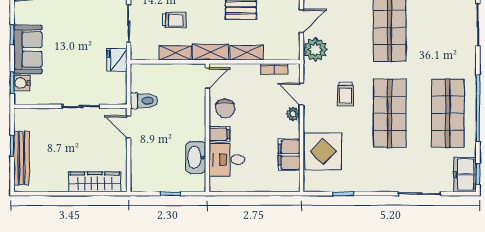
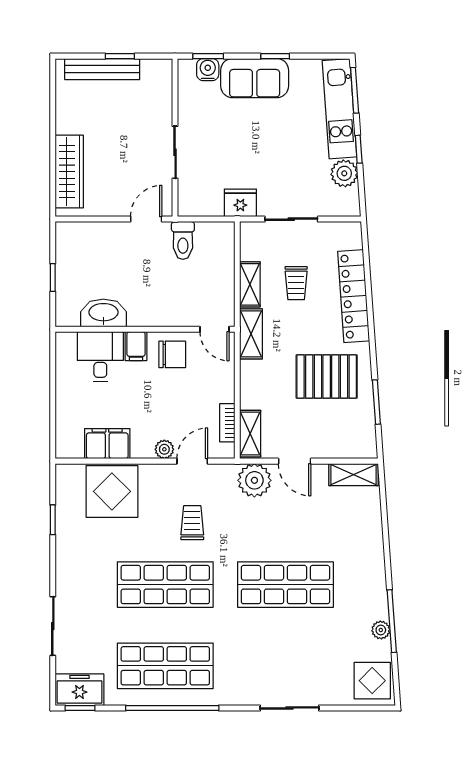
shelving: (246, 53) -> (250, 434), moved
trolley: (345, 94) -> (192, 523), turned 90
chair: (225, 108) -> (172, 354), turned 180

